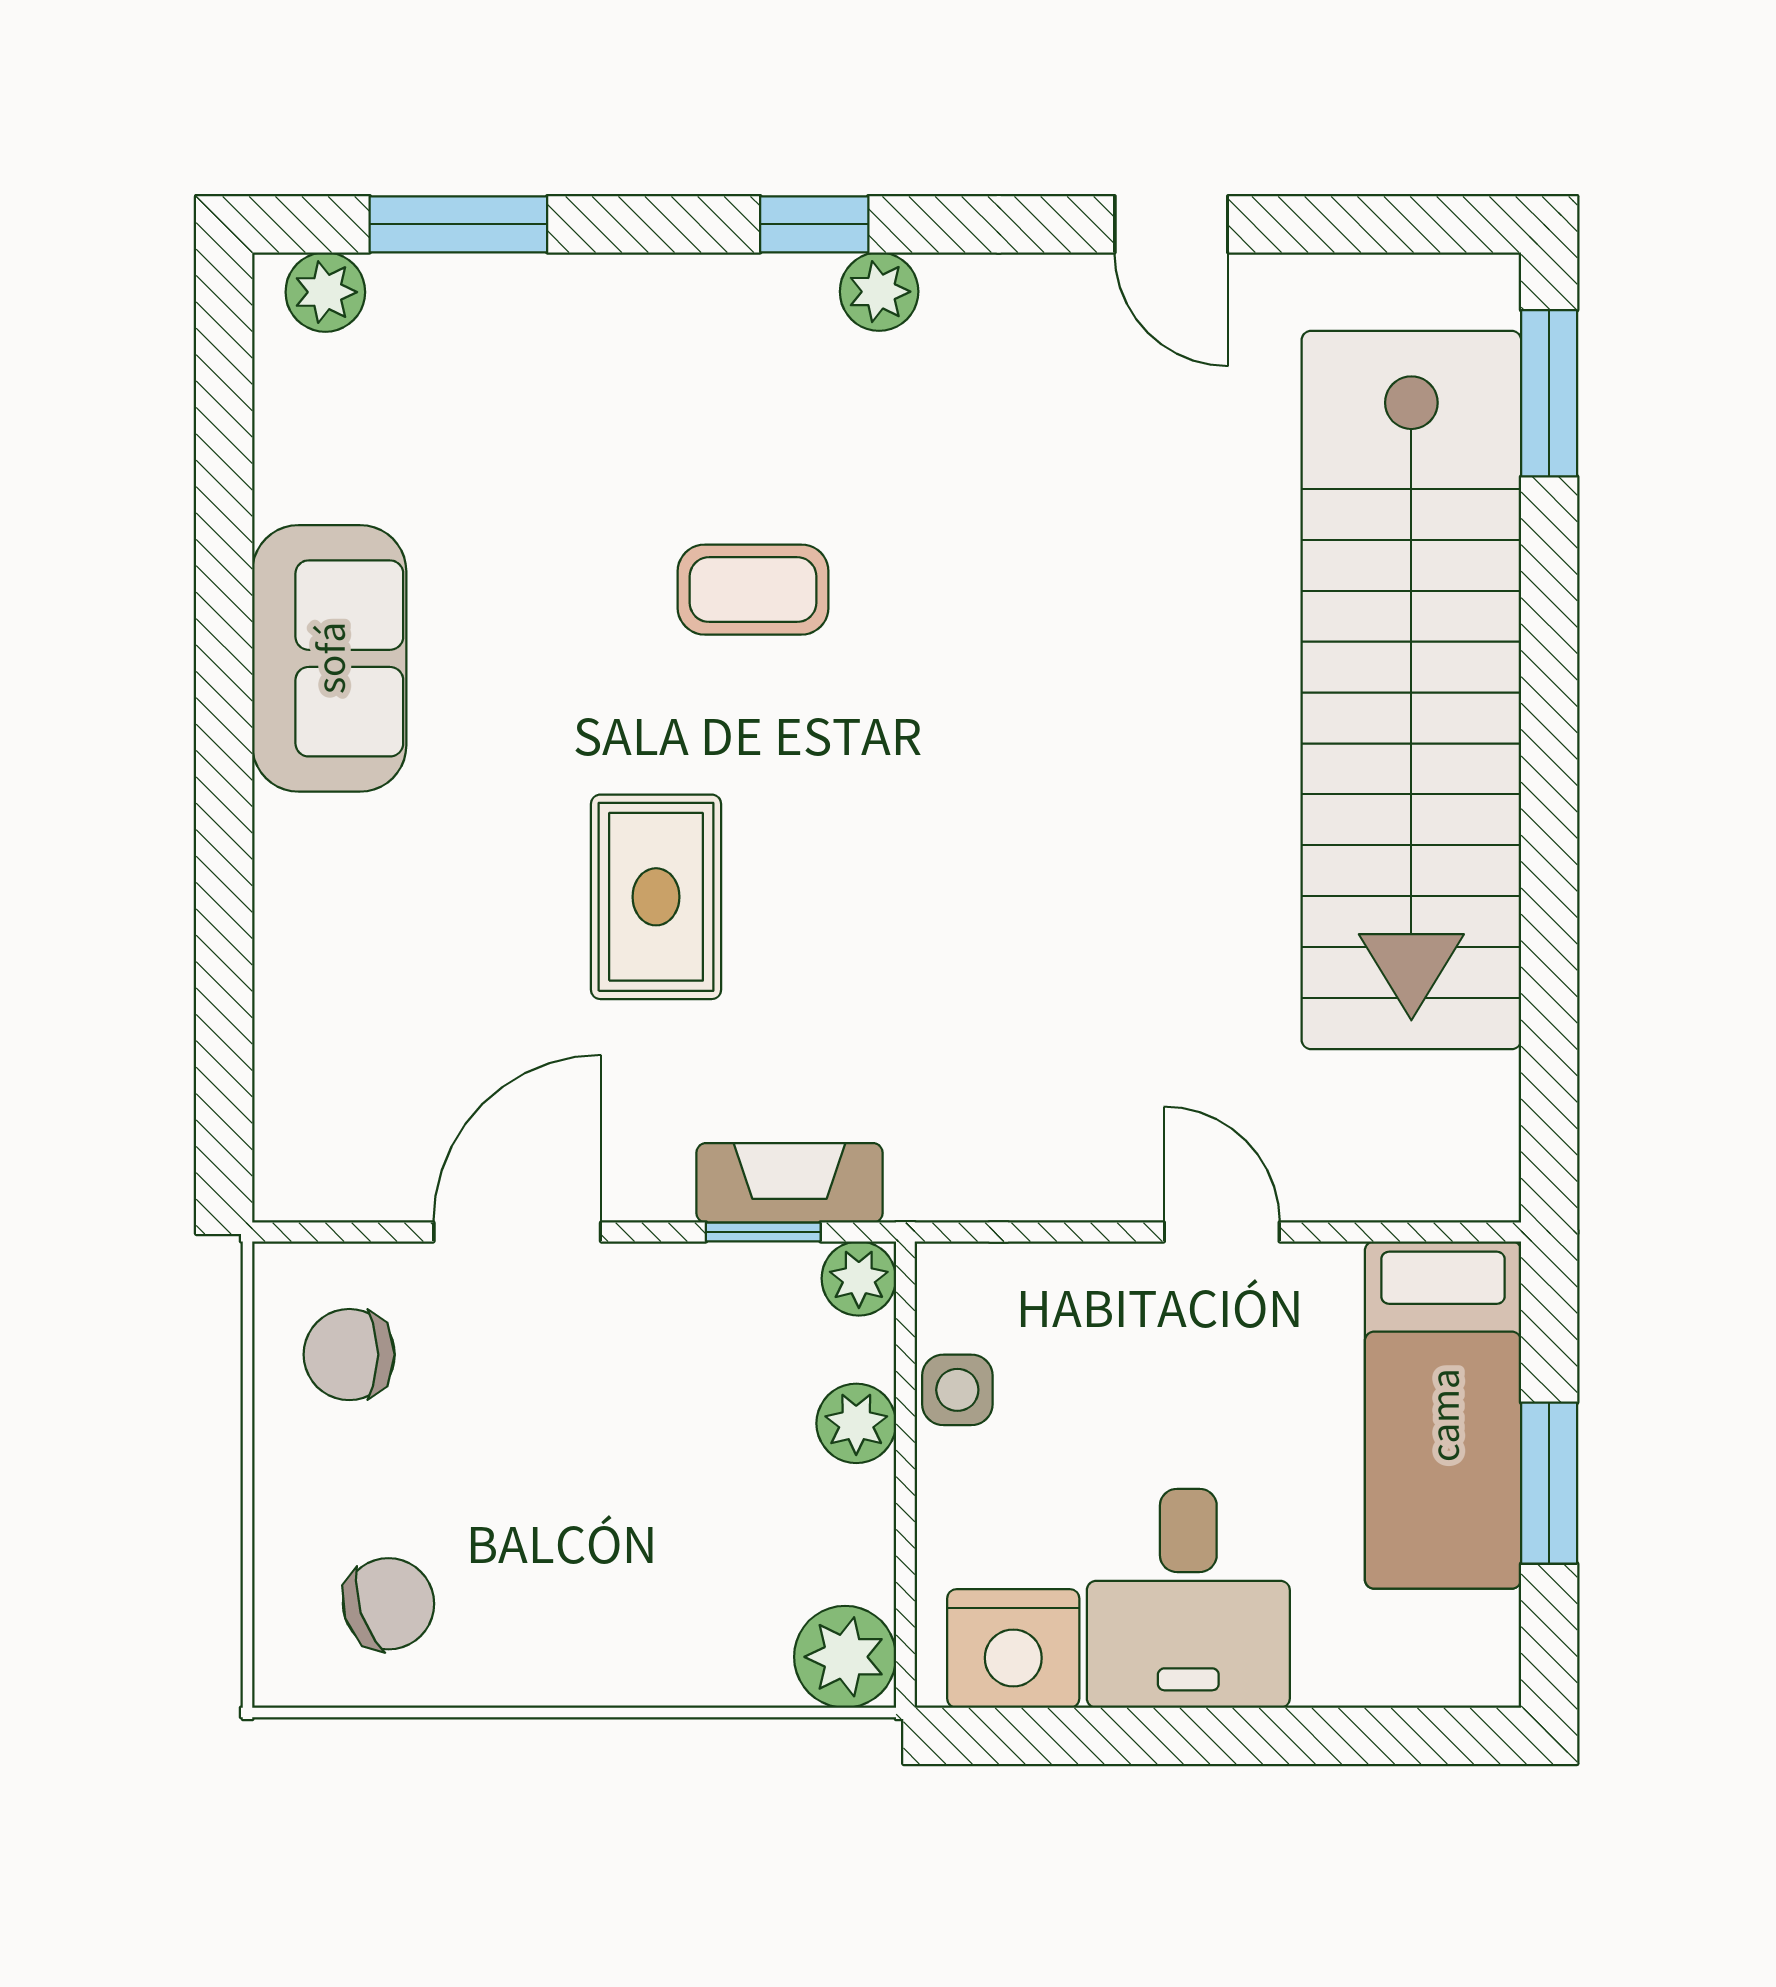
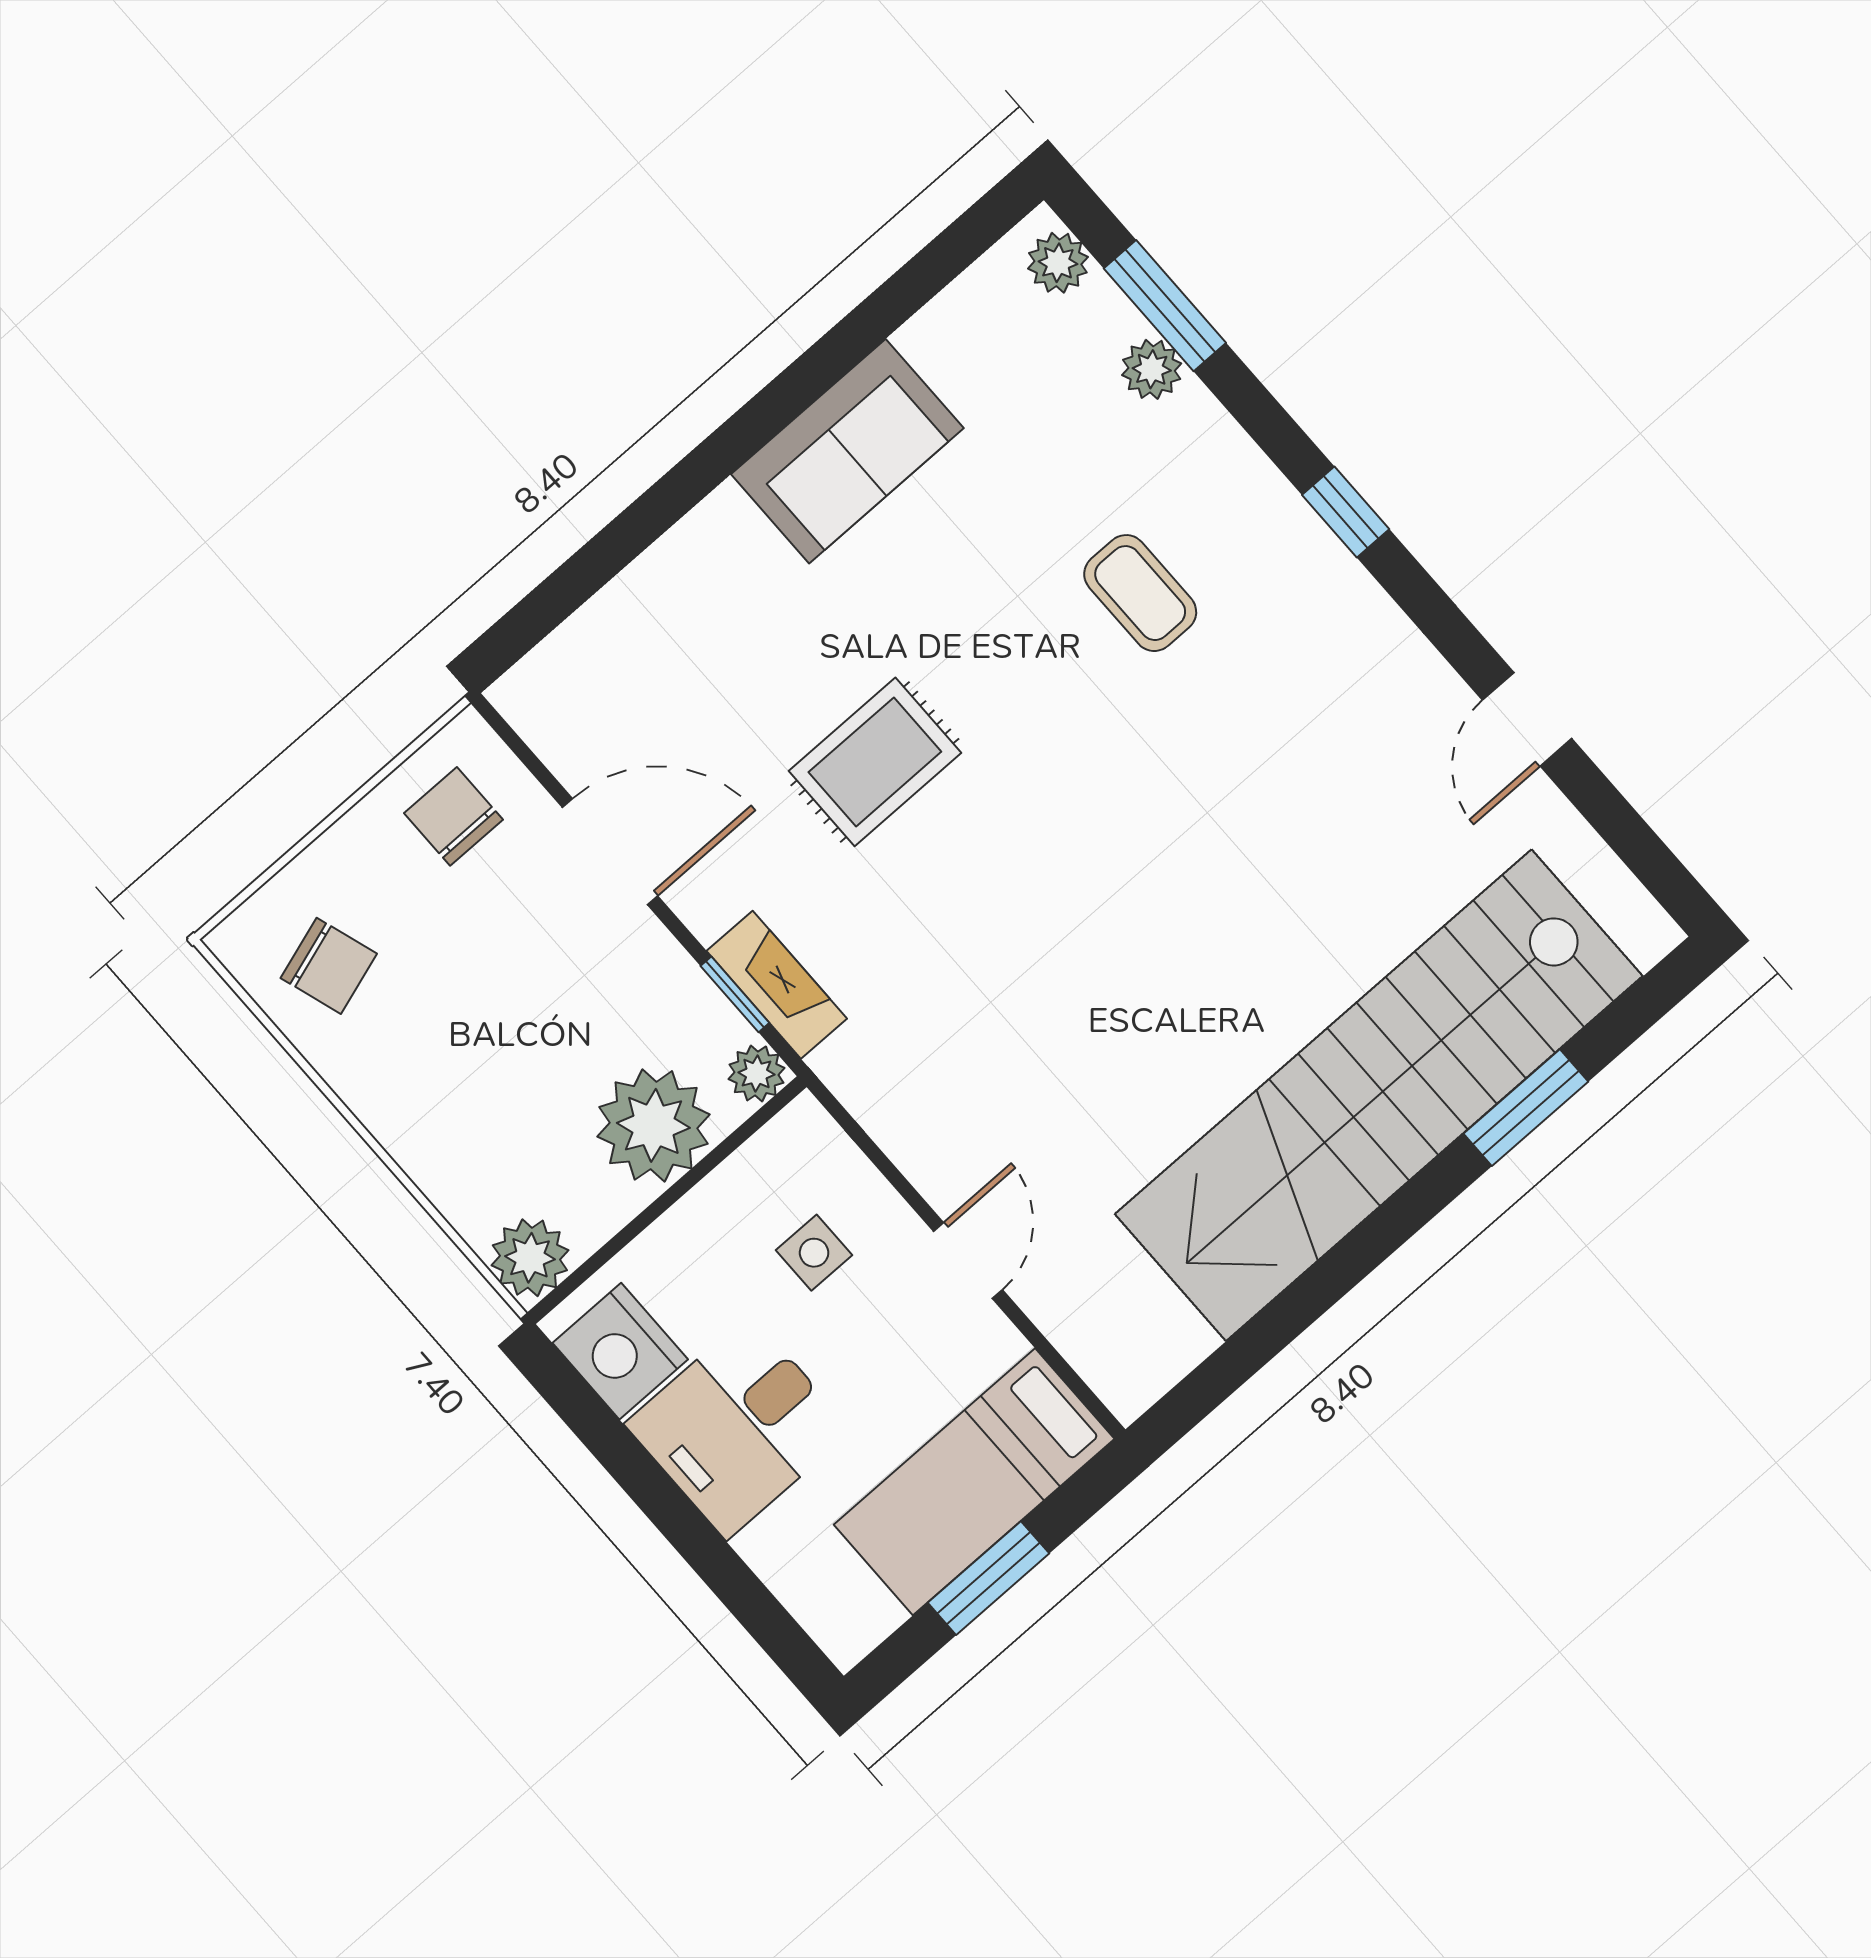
plant: (879, 292) -> (1152, 369), moved
window: (1549, 393) -> (1526, 1108), moved
coffee table: (753, 590) -> (1140, 593), moved
side table: (957, 1390) -> (814, 1253), moved
plant: (856, 1423) -> (653, 1125), width x1.88, depth x1.88

